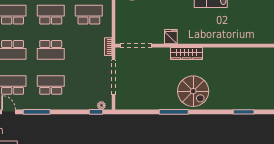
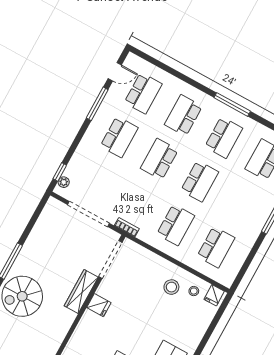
wardrobe: (187, 53) -> (81, 291), moved

